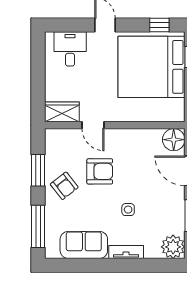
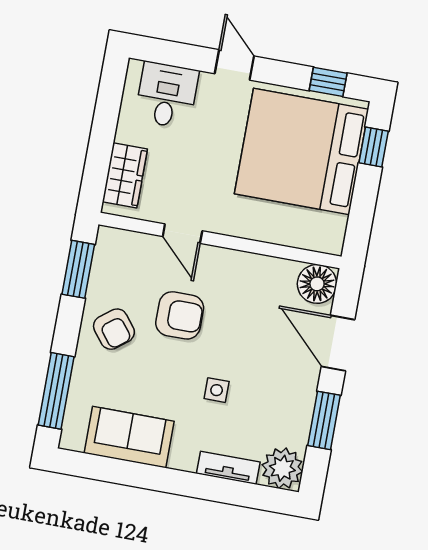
wardrobe: (62, 112) -> (125, 175), moved, turned 90
window: (38, 170) -> (78, 269), moved
tv unit: (126, 252) -> (228, 468), moved

